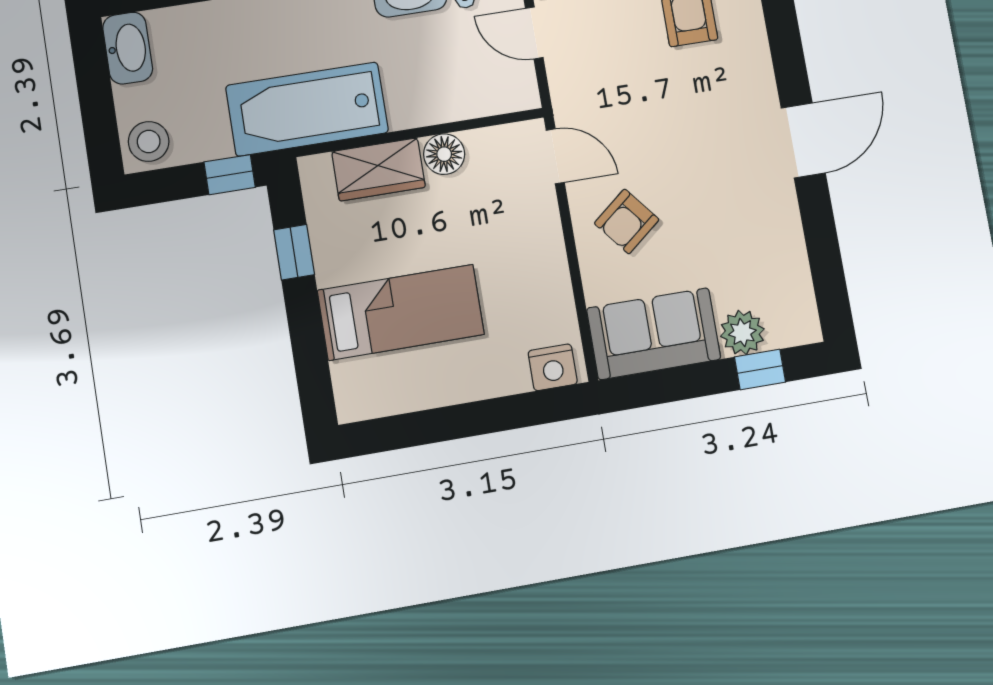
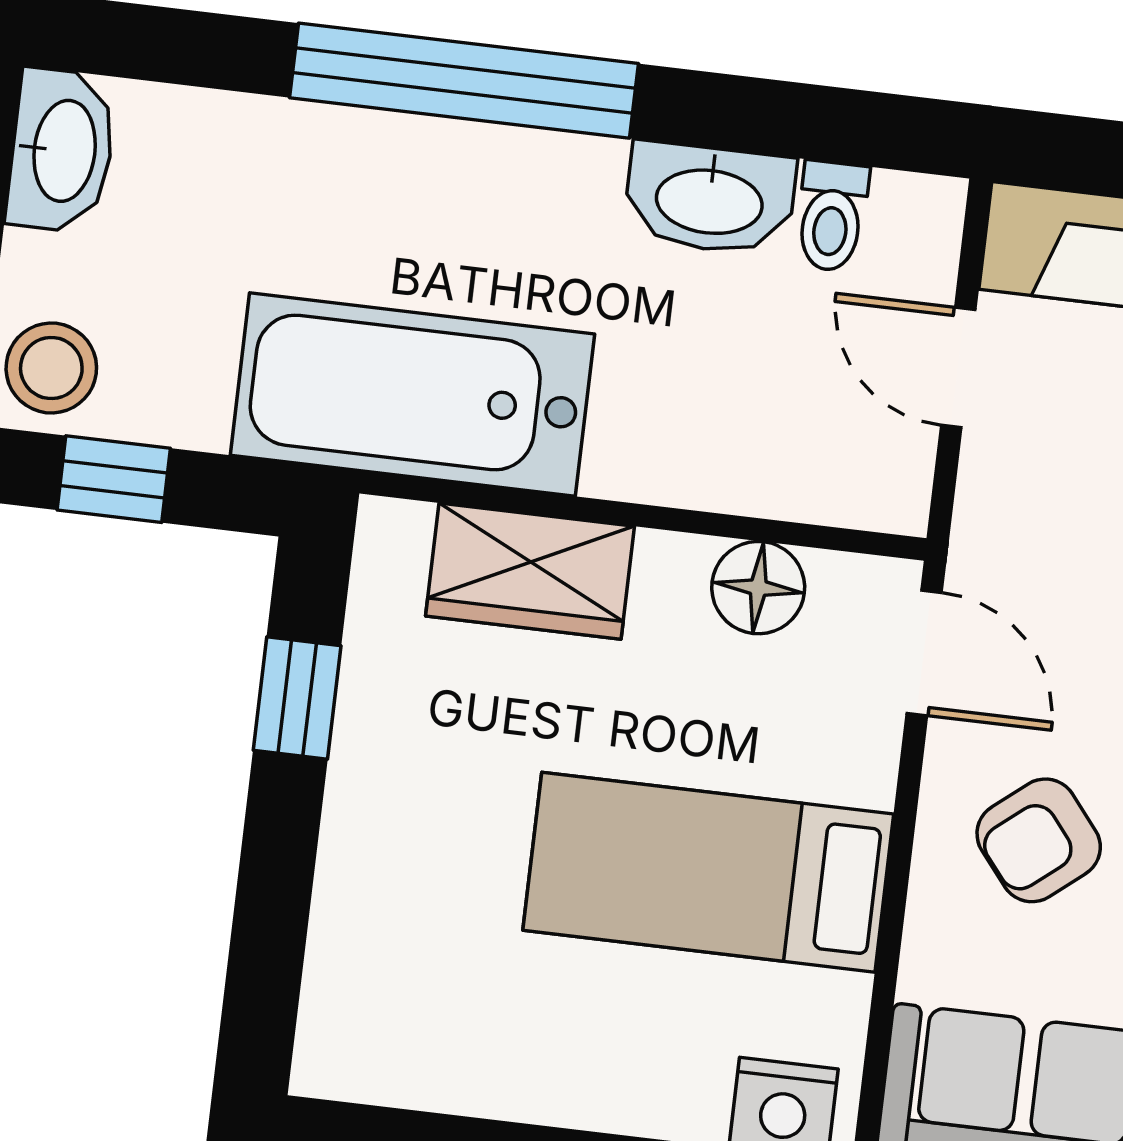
floor lamp: (444, 154) -> (758, 588), moved
window: (230, 175) -> (114, 479), moved
bed: (401, 312) -> (708, 872), moved, turned 180

